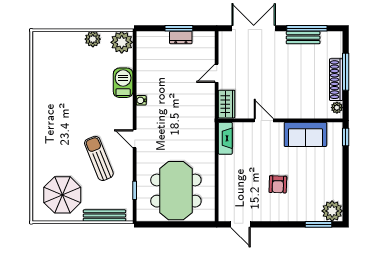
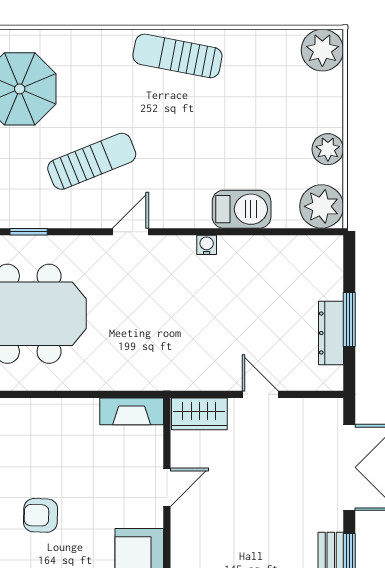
dresser: (181, 38) -> (331, 333), width x1.44
plant: (43, 42) -> (322, 50), added
sun lounger: (46, 115) -> (177, 56), added

